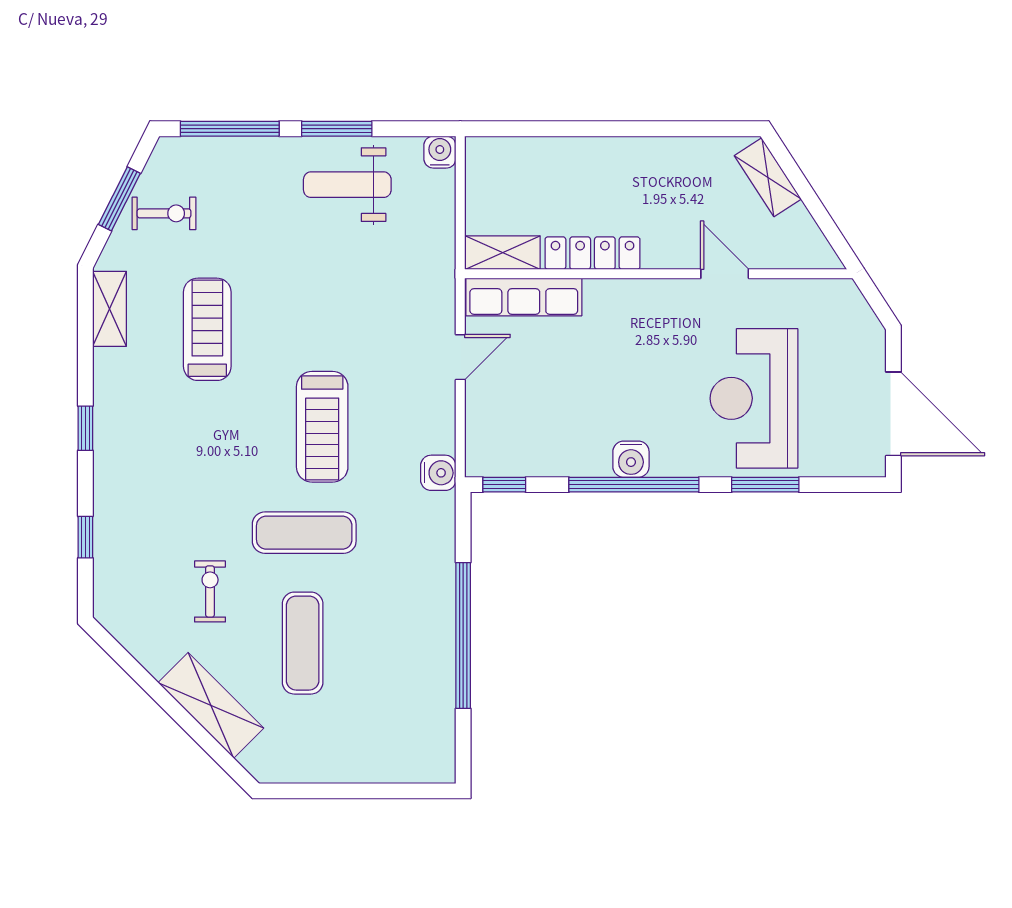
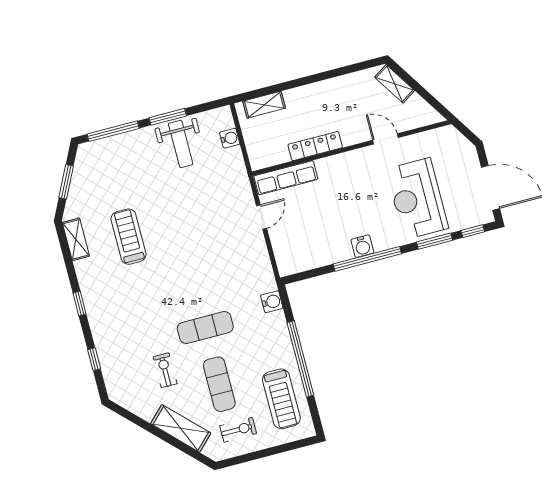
water cooler: (440, 152) -> (230, 138), moved, turned 90
weight bench: (347, 185) -> (181, 144), turned -90
exercise bike: (164, 213) -> (238, 430), moved
shelving: (503, 253) -> (264, 105), moved
treadmill: (322, 427) -> (281, 399), moved
water cooler: (438, 473) -> (272, 302), moved
window: (504, 485) -> (473, 231), moved

